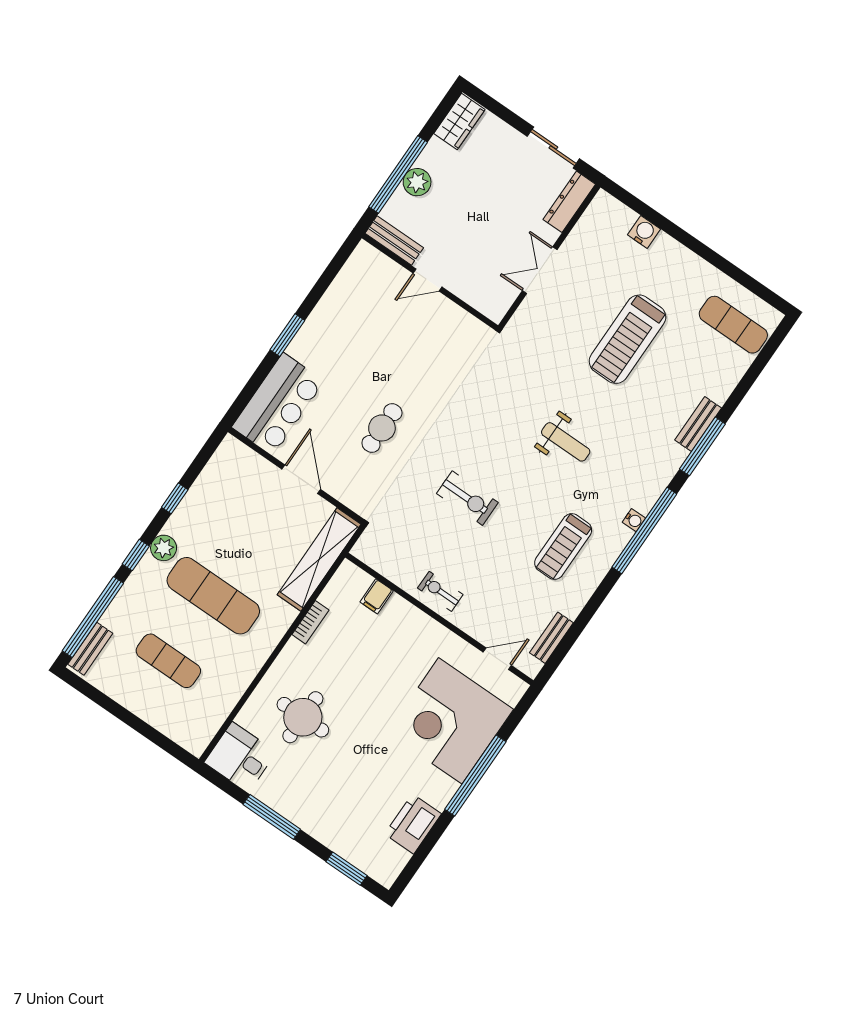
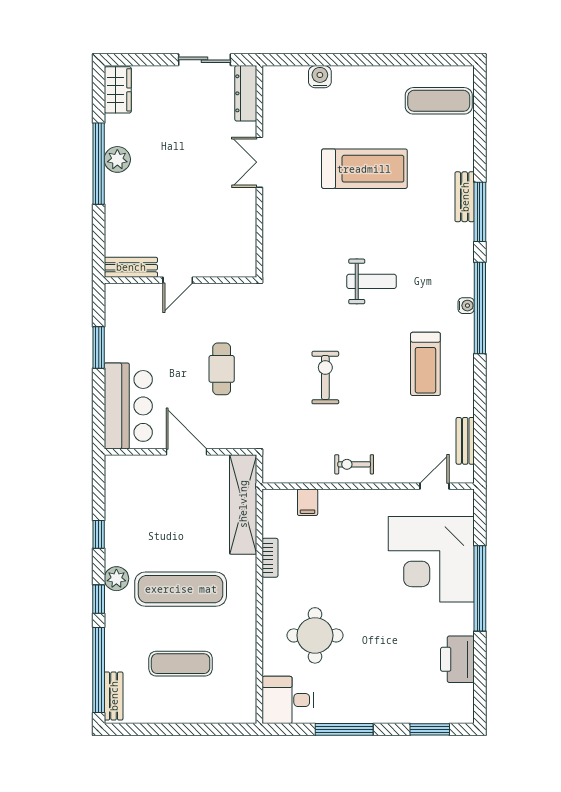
bench: (394, 240) -> (131, 267), moved
door: (427, 280) -> (178, 280), moved
wall: (430, 282) -> (181, 280), moved
treadmill: (627, 339) -> (364, 169), turned -90
exercise bike: (467, 498) -> (325, 378), turned -90

